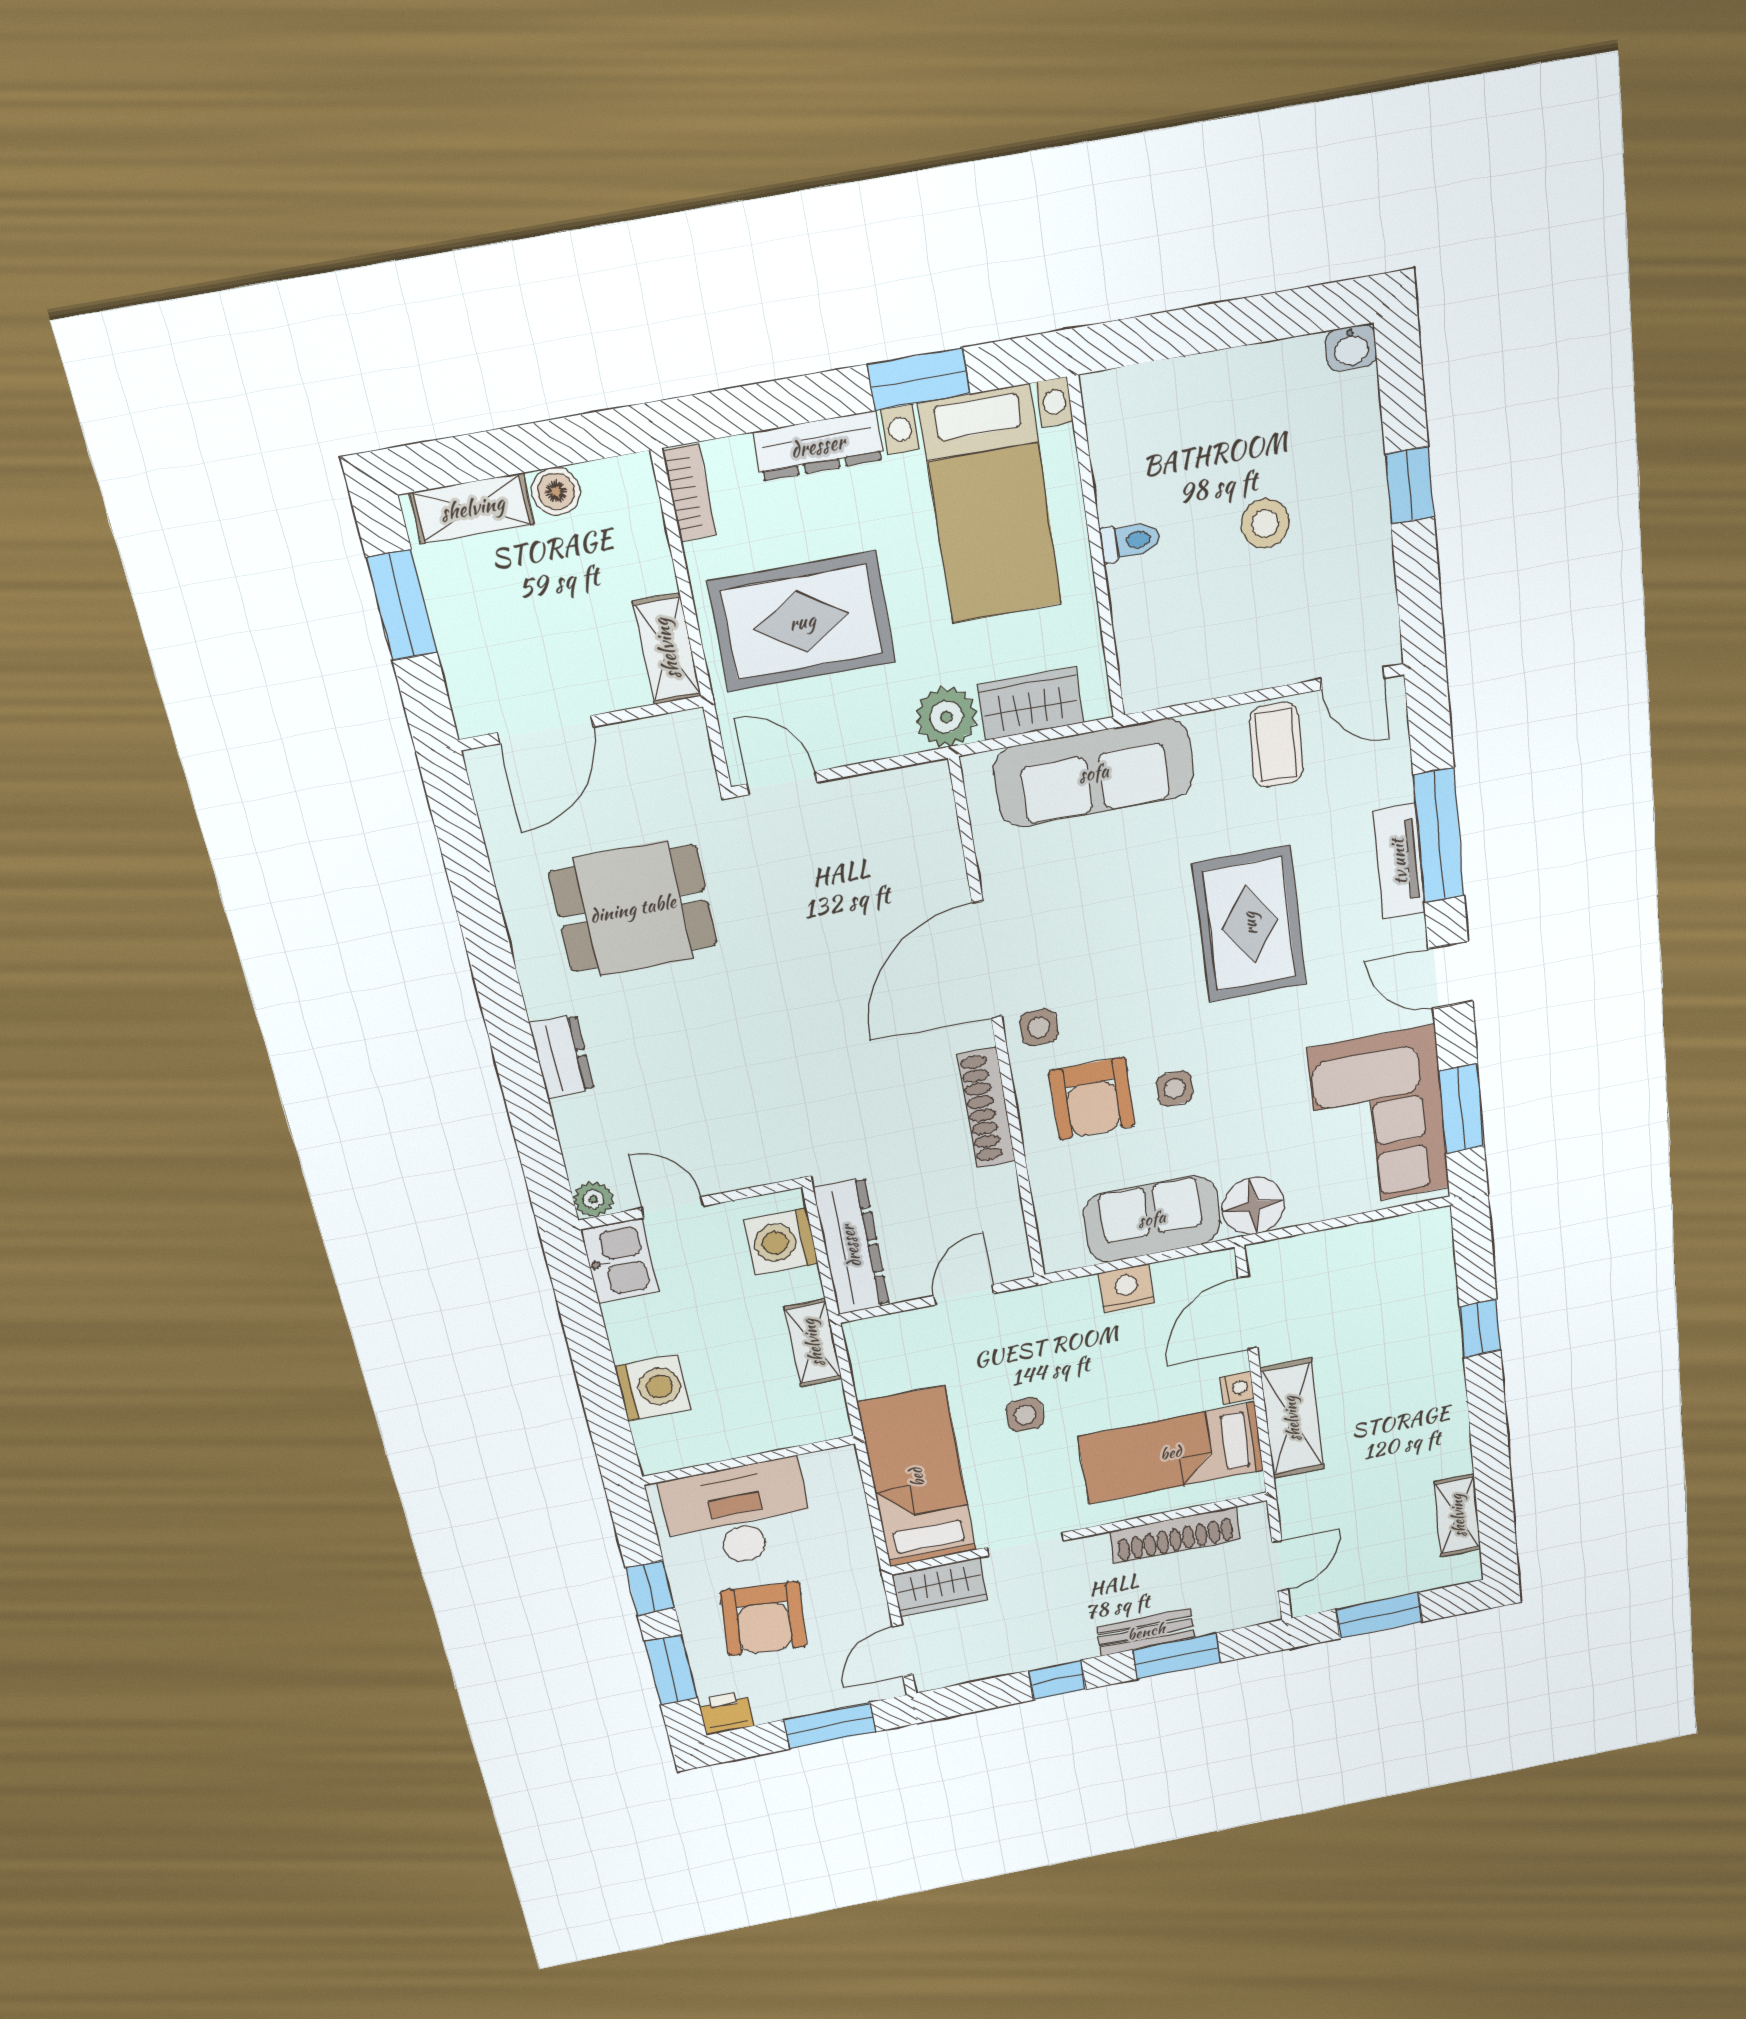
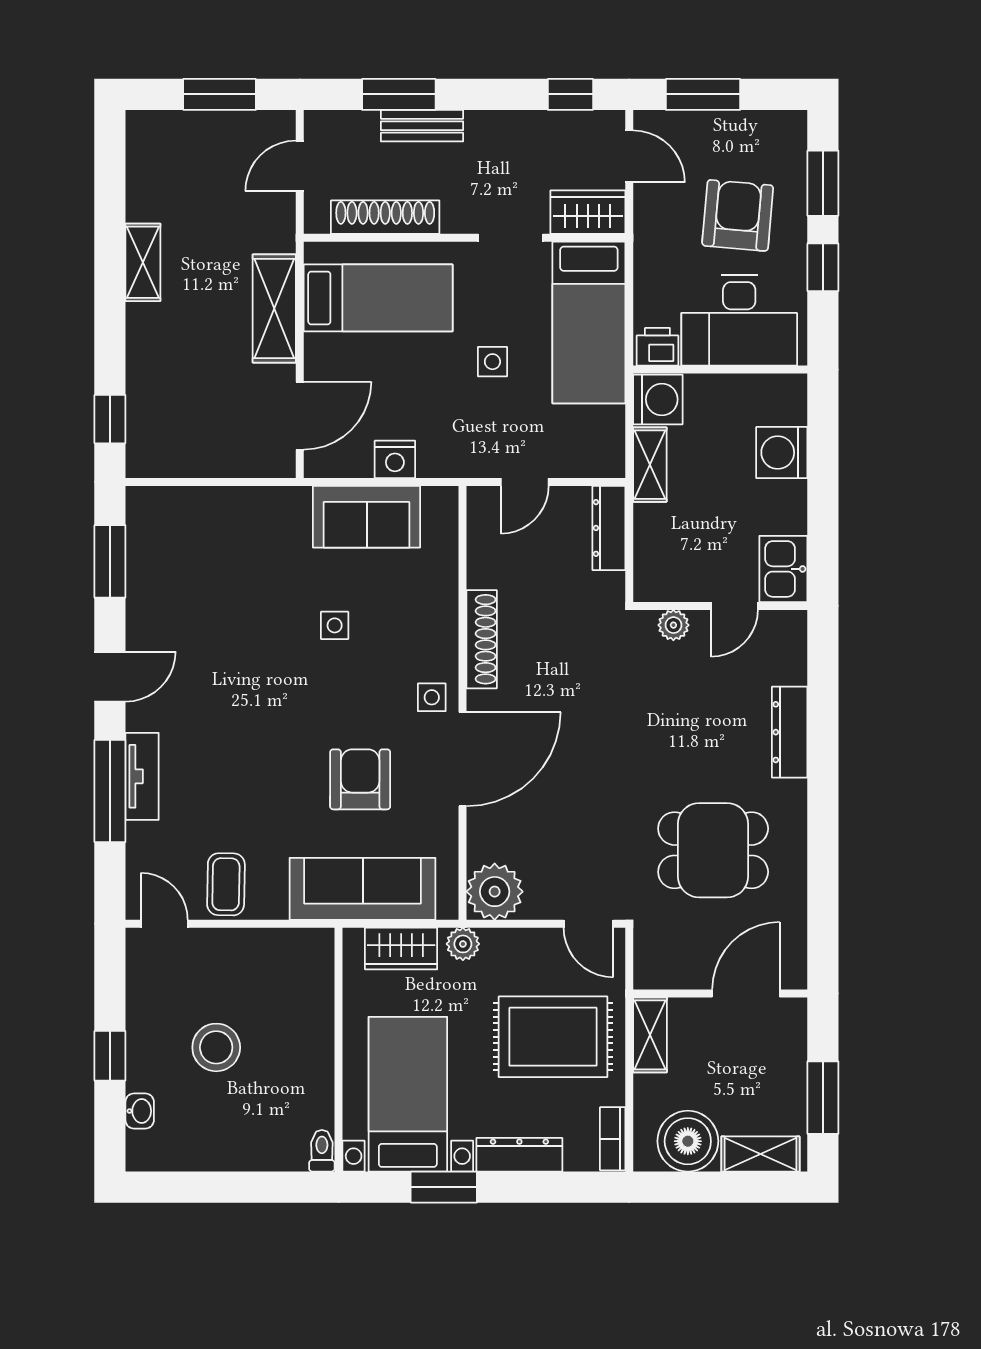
washbasin: (1351, 348) -> (140, 1111), moved, turned 90
boiler: (556, 491) -> (688, 1141), width x1.86, depth x1.86
stool: (1265, 523) -> (216, 1047), width x1.38, depth x1.38
toilet: (1130, 541) -> (322, 1151), moved, turned 90
plant: (946, 717) -> (463, 944), width x0.73, depth x0.73
plant: (916, 802) -> (495, 892), added
rug: (1250, 924) -> (261, 749), removed
door: (1451, 975) -> (110, 677), hinge flipped
dresser: (562, 1056) -> (790, 732), width x1.44
armchair: (1092, 1099) -> (360, 779), moved
corner sofa: (1379, 1119) -> (177, 566), removed
plant: (593, 1199) -> (673, 625), moved
floor lamp: (1253, 1206) -> (285, 511), removed
door: (672, 1207) -> (734, 606), hinge flipped
washing machine: (781, 1242) -> (658, 399), moved
dresser: (851, 1246) -> (609, 528), width x0.73, depth x0.80
window: (1480, 1328) -> (110, 419), moved
nightstand: (1237, 1388) -> (316, 348), removed
shelving: (1458, 1516) -> (143, 262), moved
door: (903, 1650) -> (629, 156), hinge flipped
window: (1057, 1680) -> (570, 94), moved
printer: (726, 1713) -> (657, 347), moved, turned 180

